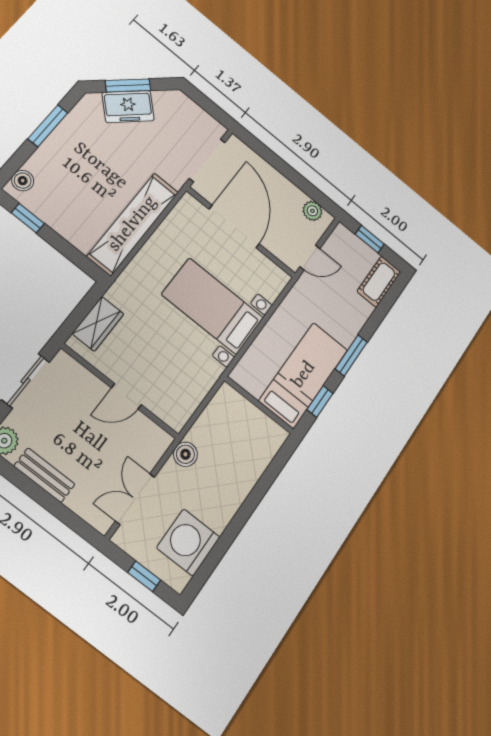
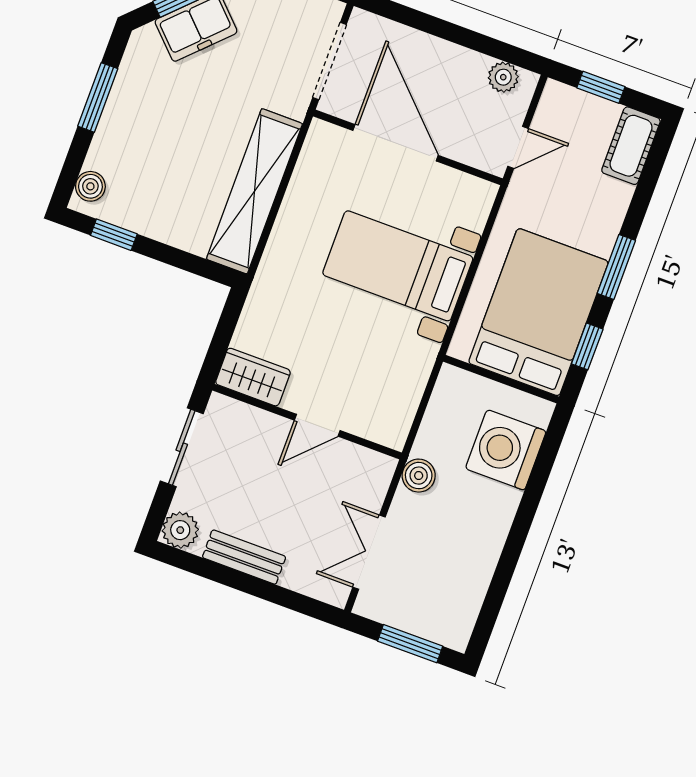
wardrobe: (98, 324) -> (253, 377), moved, turned -90
bed: (304, 375) -> (538, 312), width x1.50
washing machine: (188, 542) -> (506, 450), moved
window: (144, 576) -> (410, 644), width x1.50

